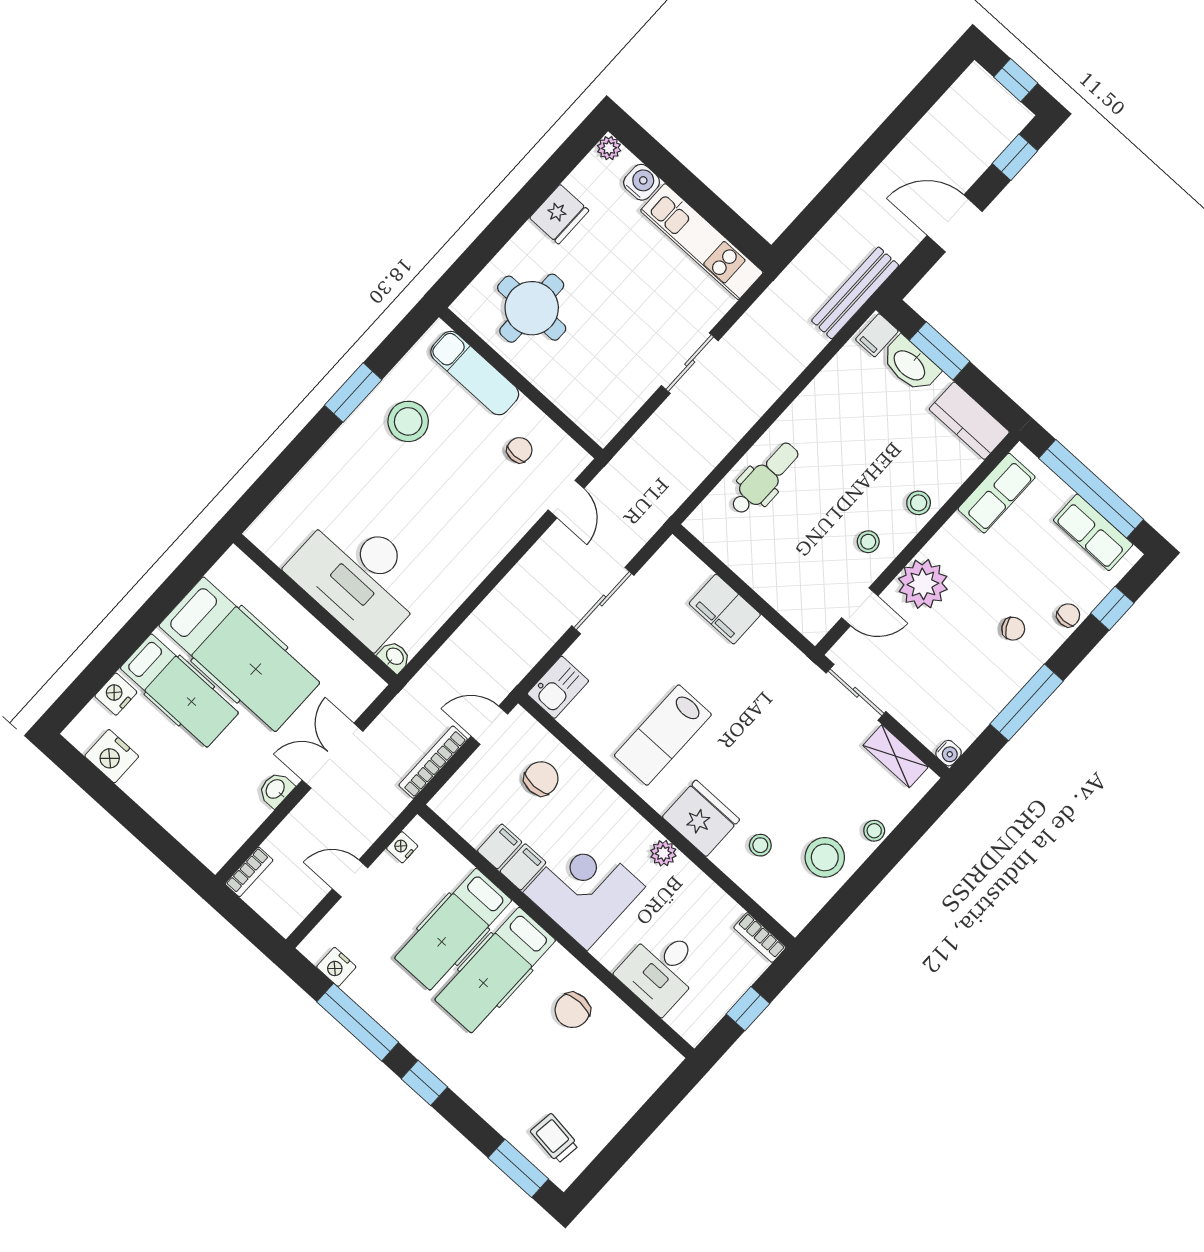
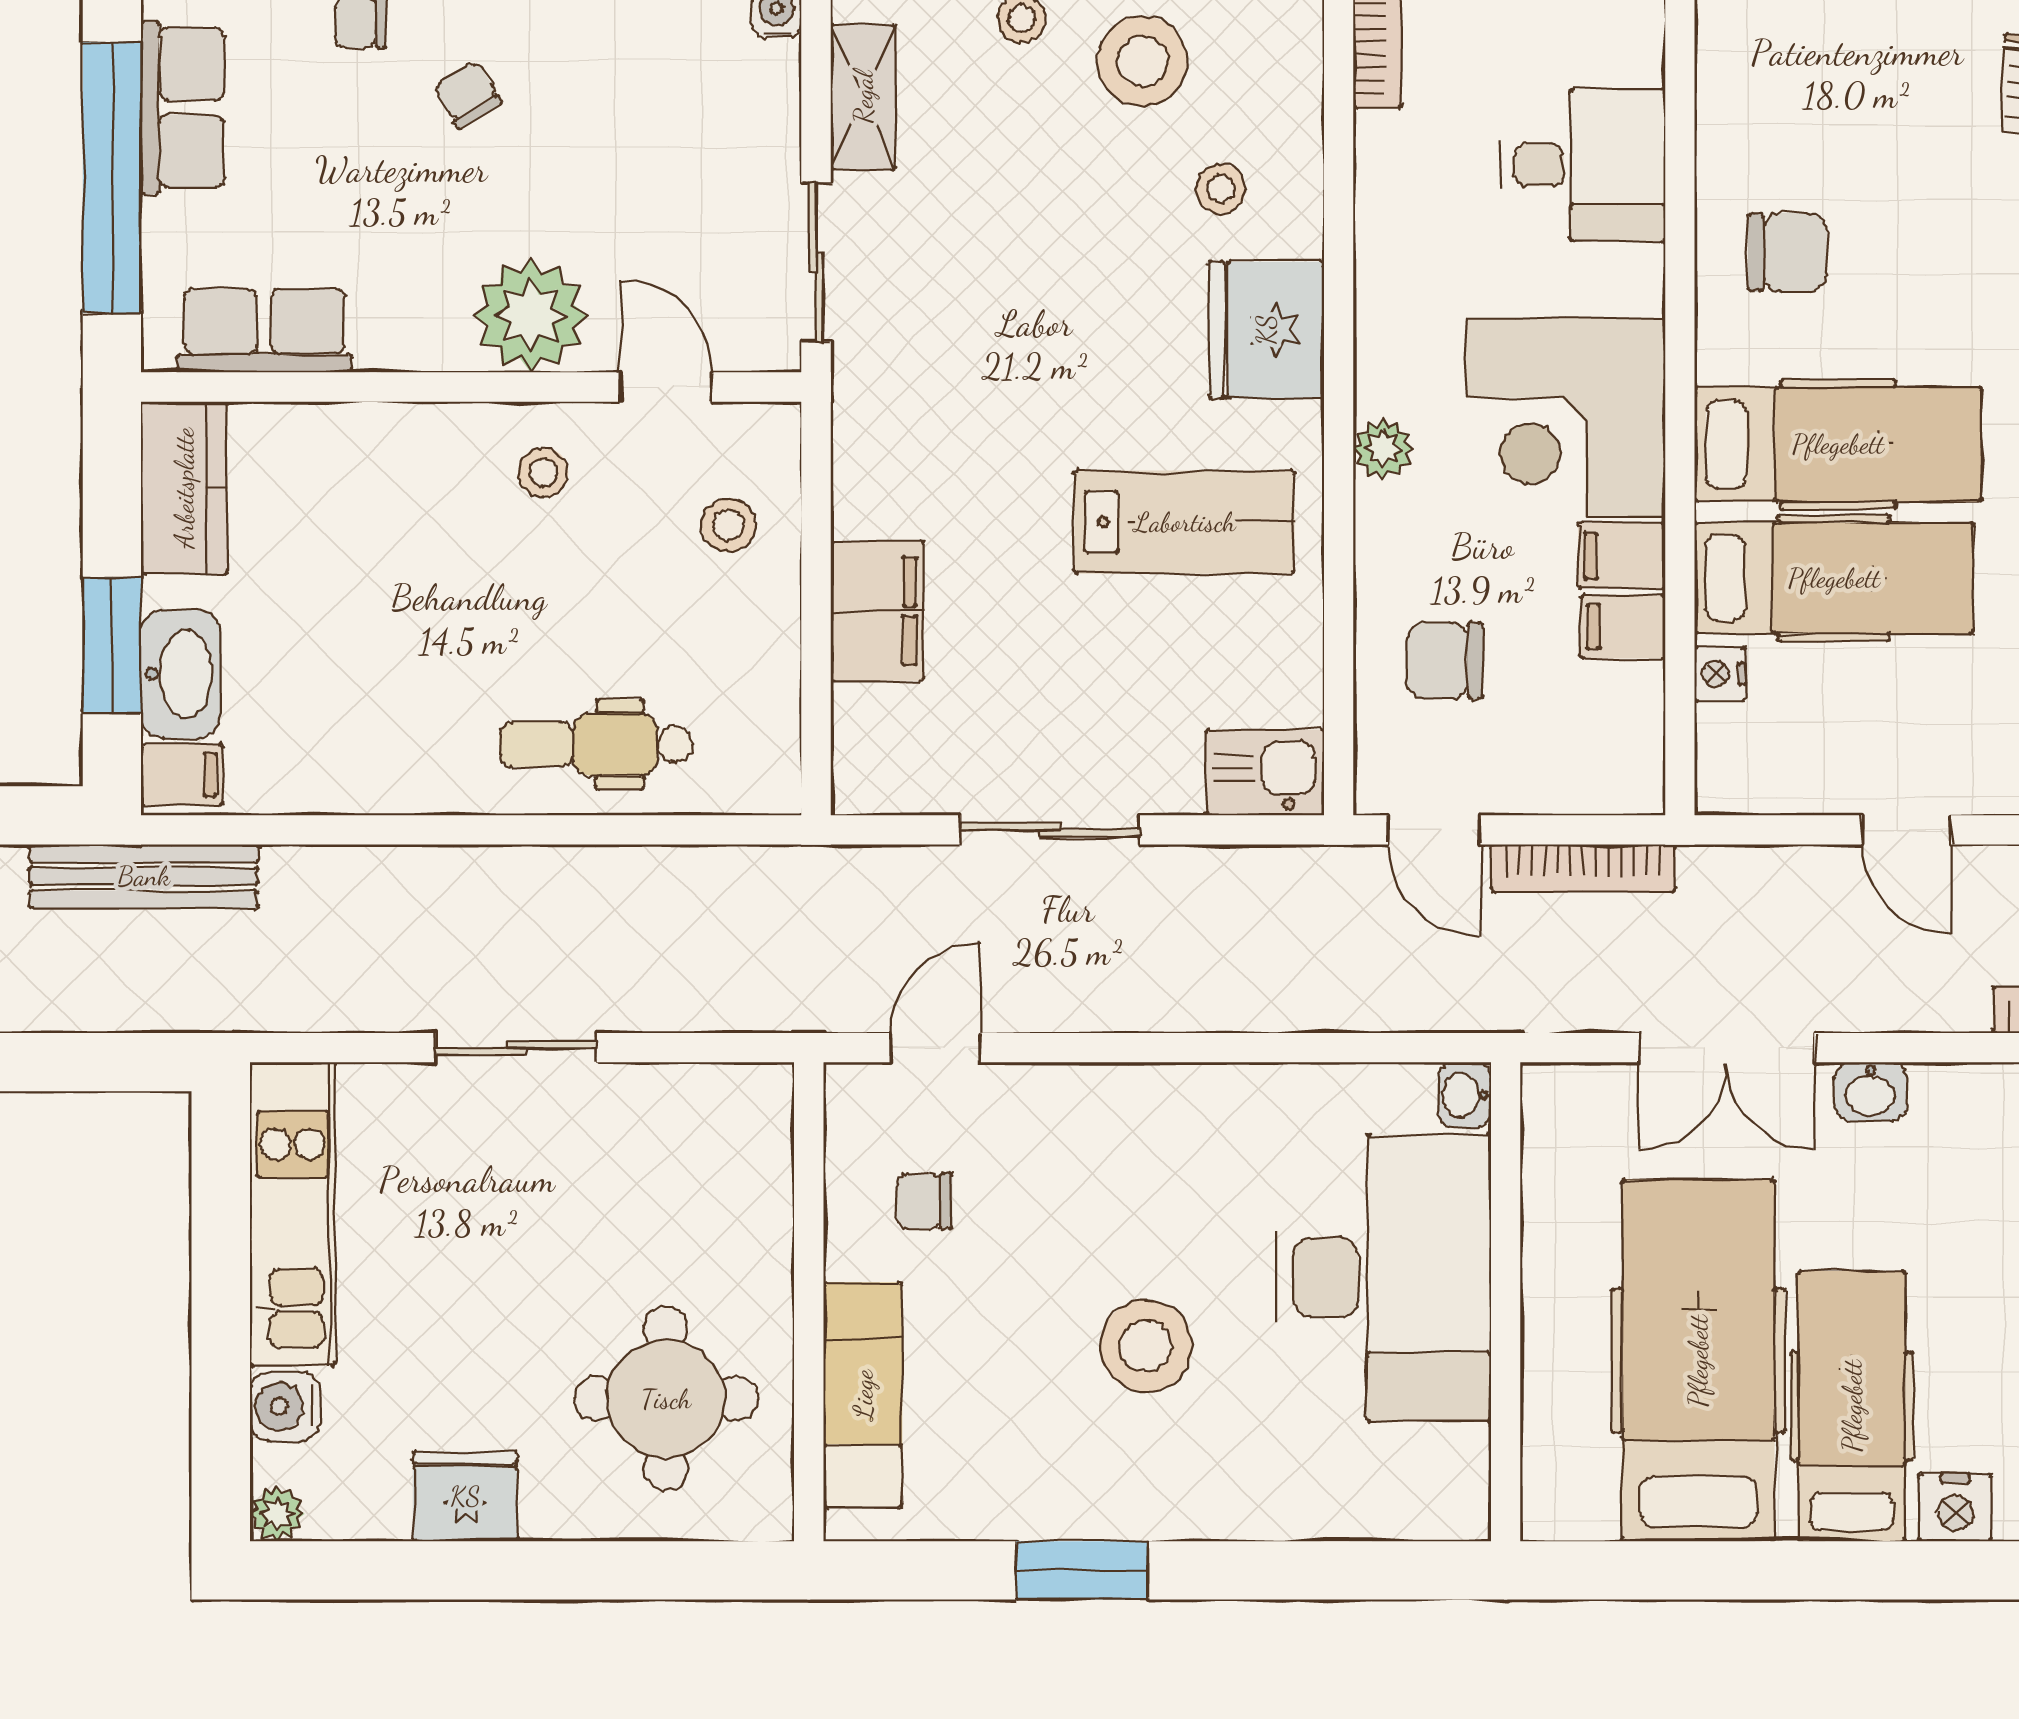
stool: (408, 421) -> (1146, 1346), moved
stool: (919, 503) -> (728, 525), moved
nightstand: (402, 847) -> (1720, 674), moved, turned 90
plant: (663, 853) -> (1383, 449), moved

